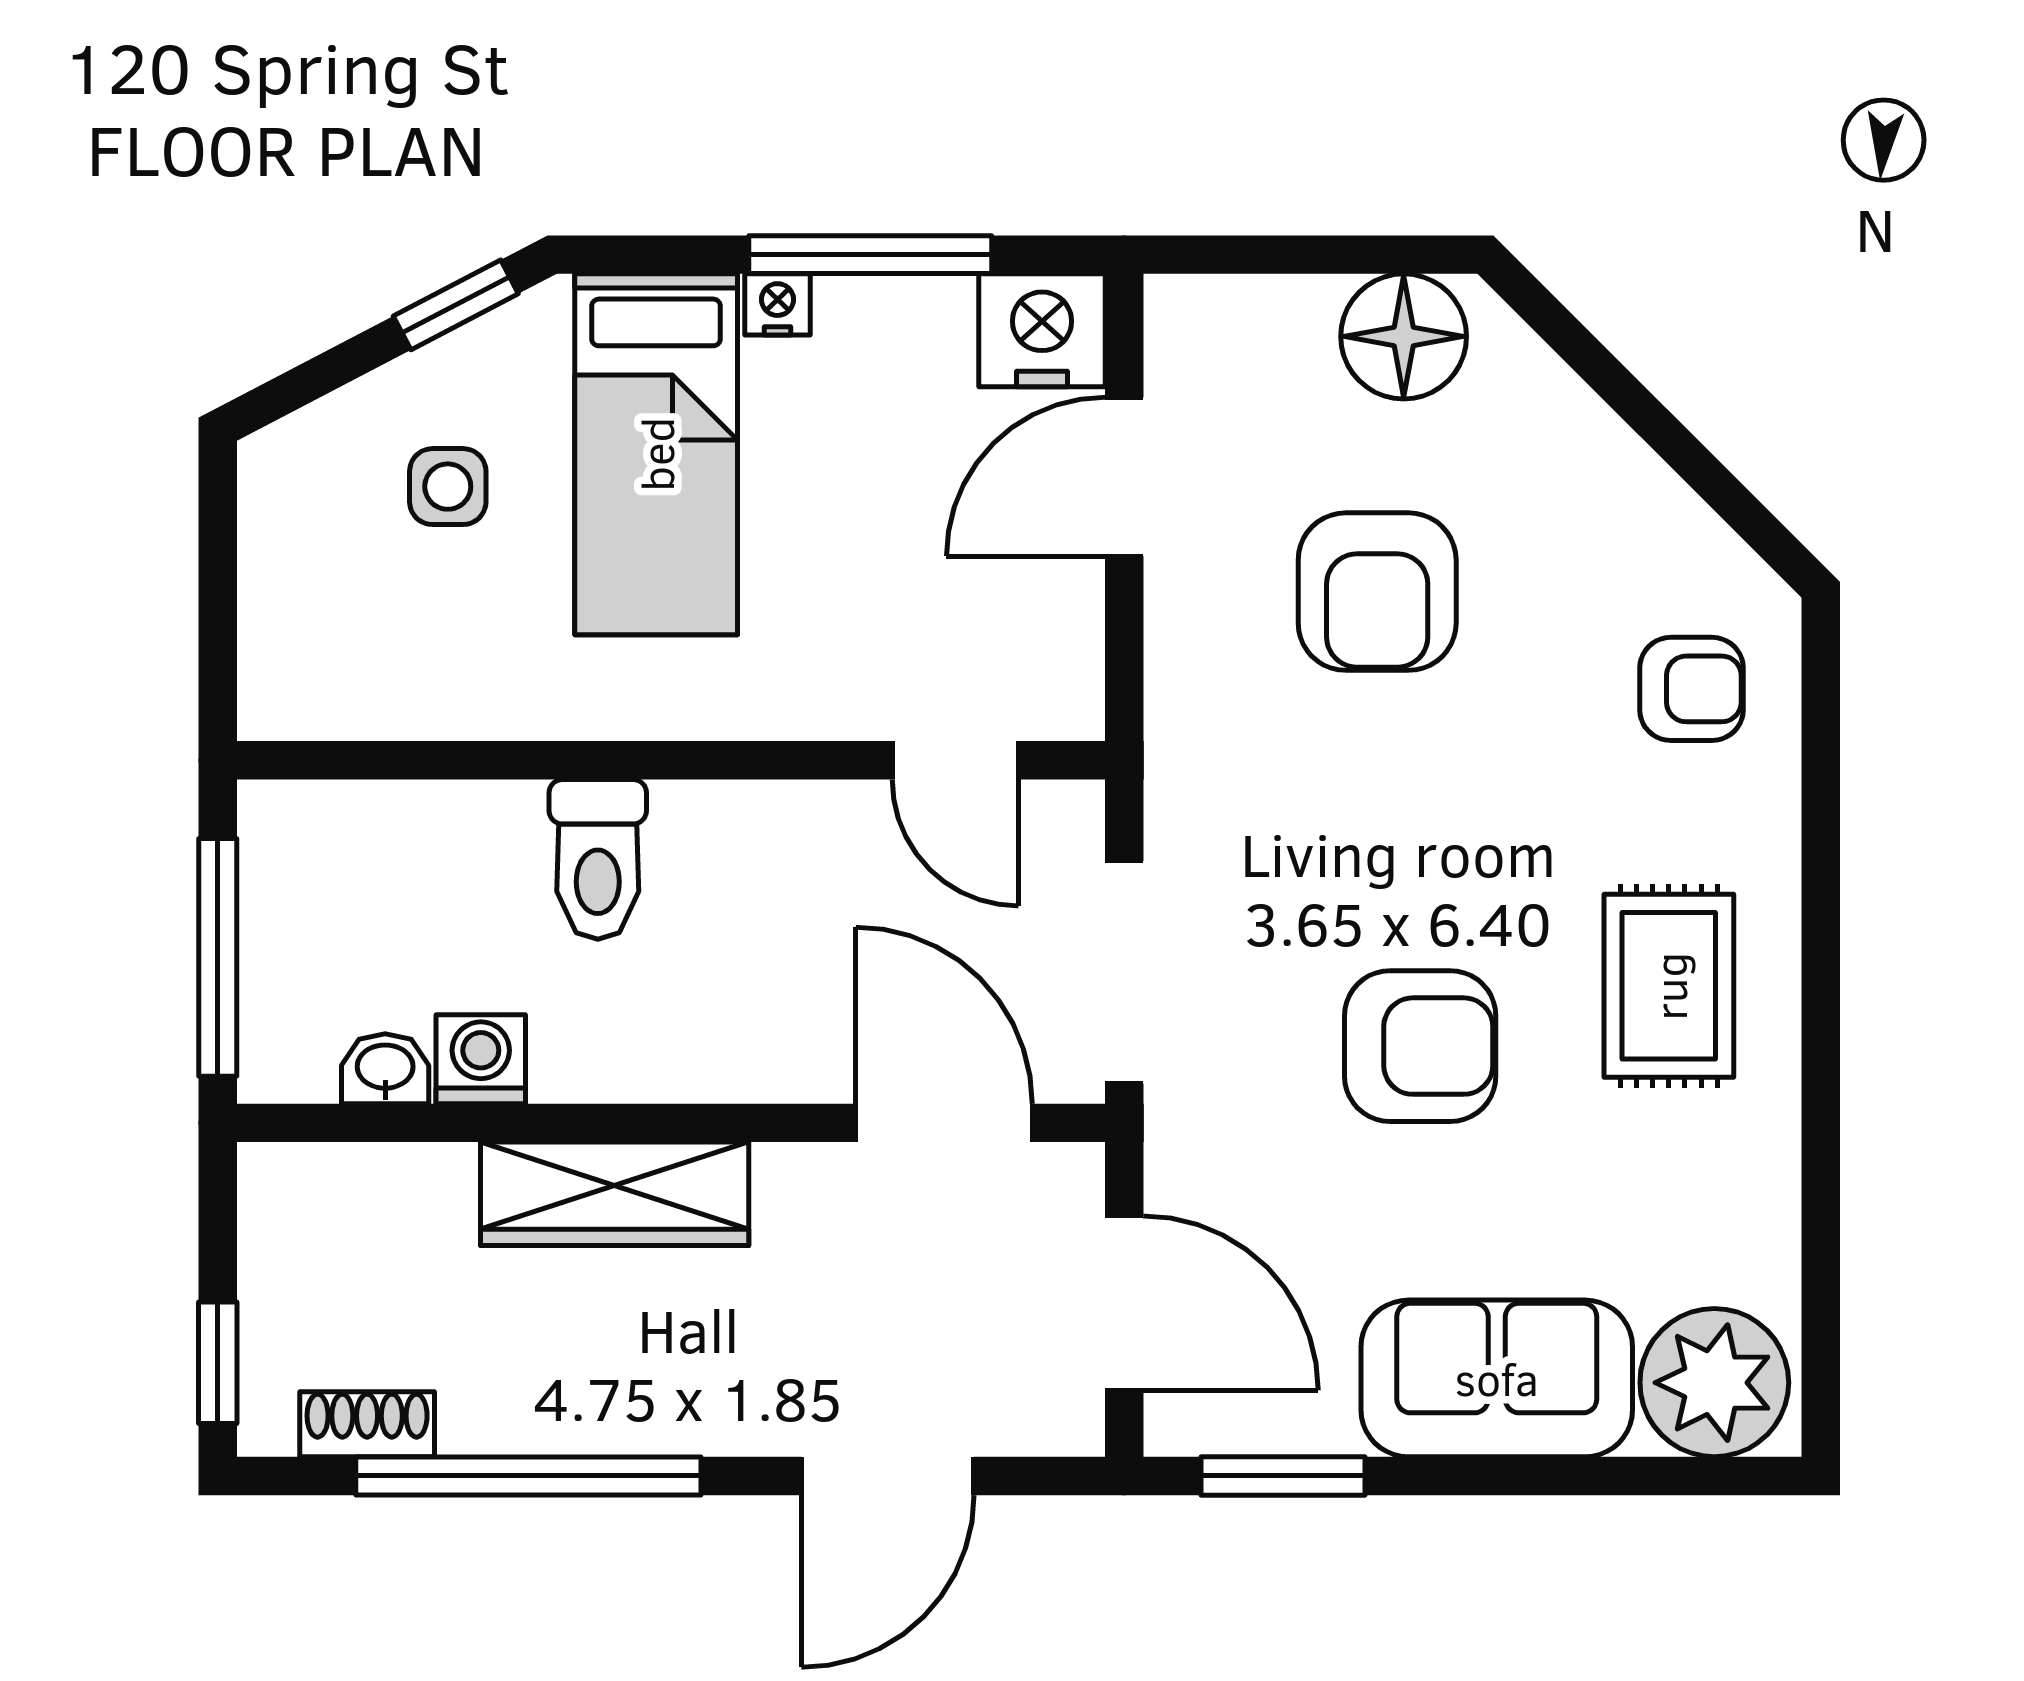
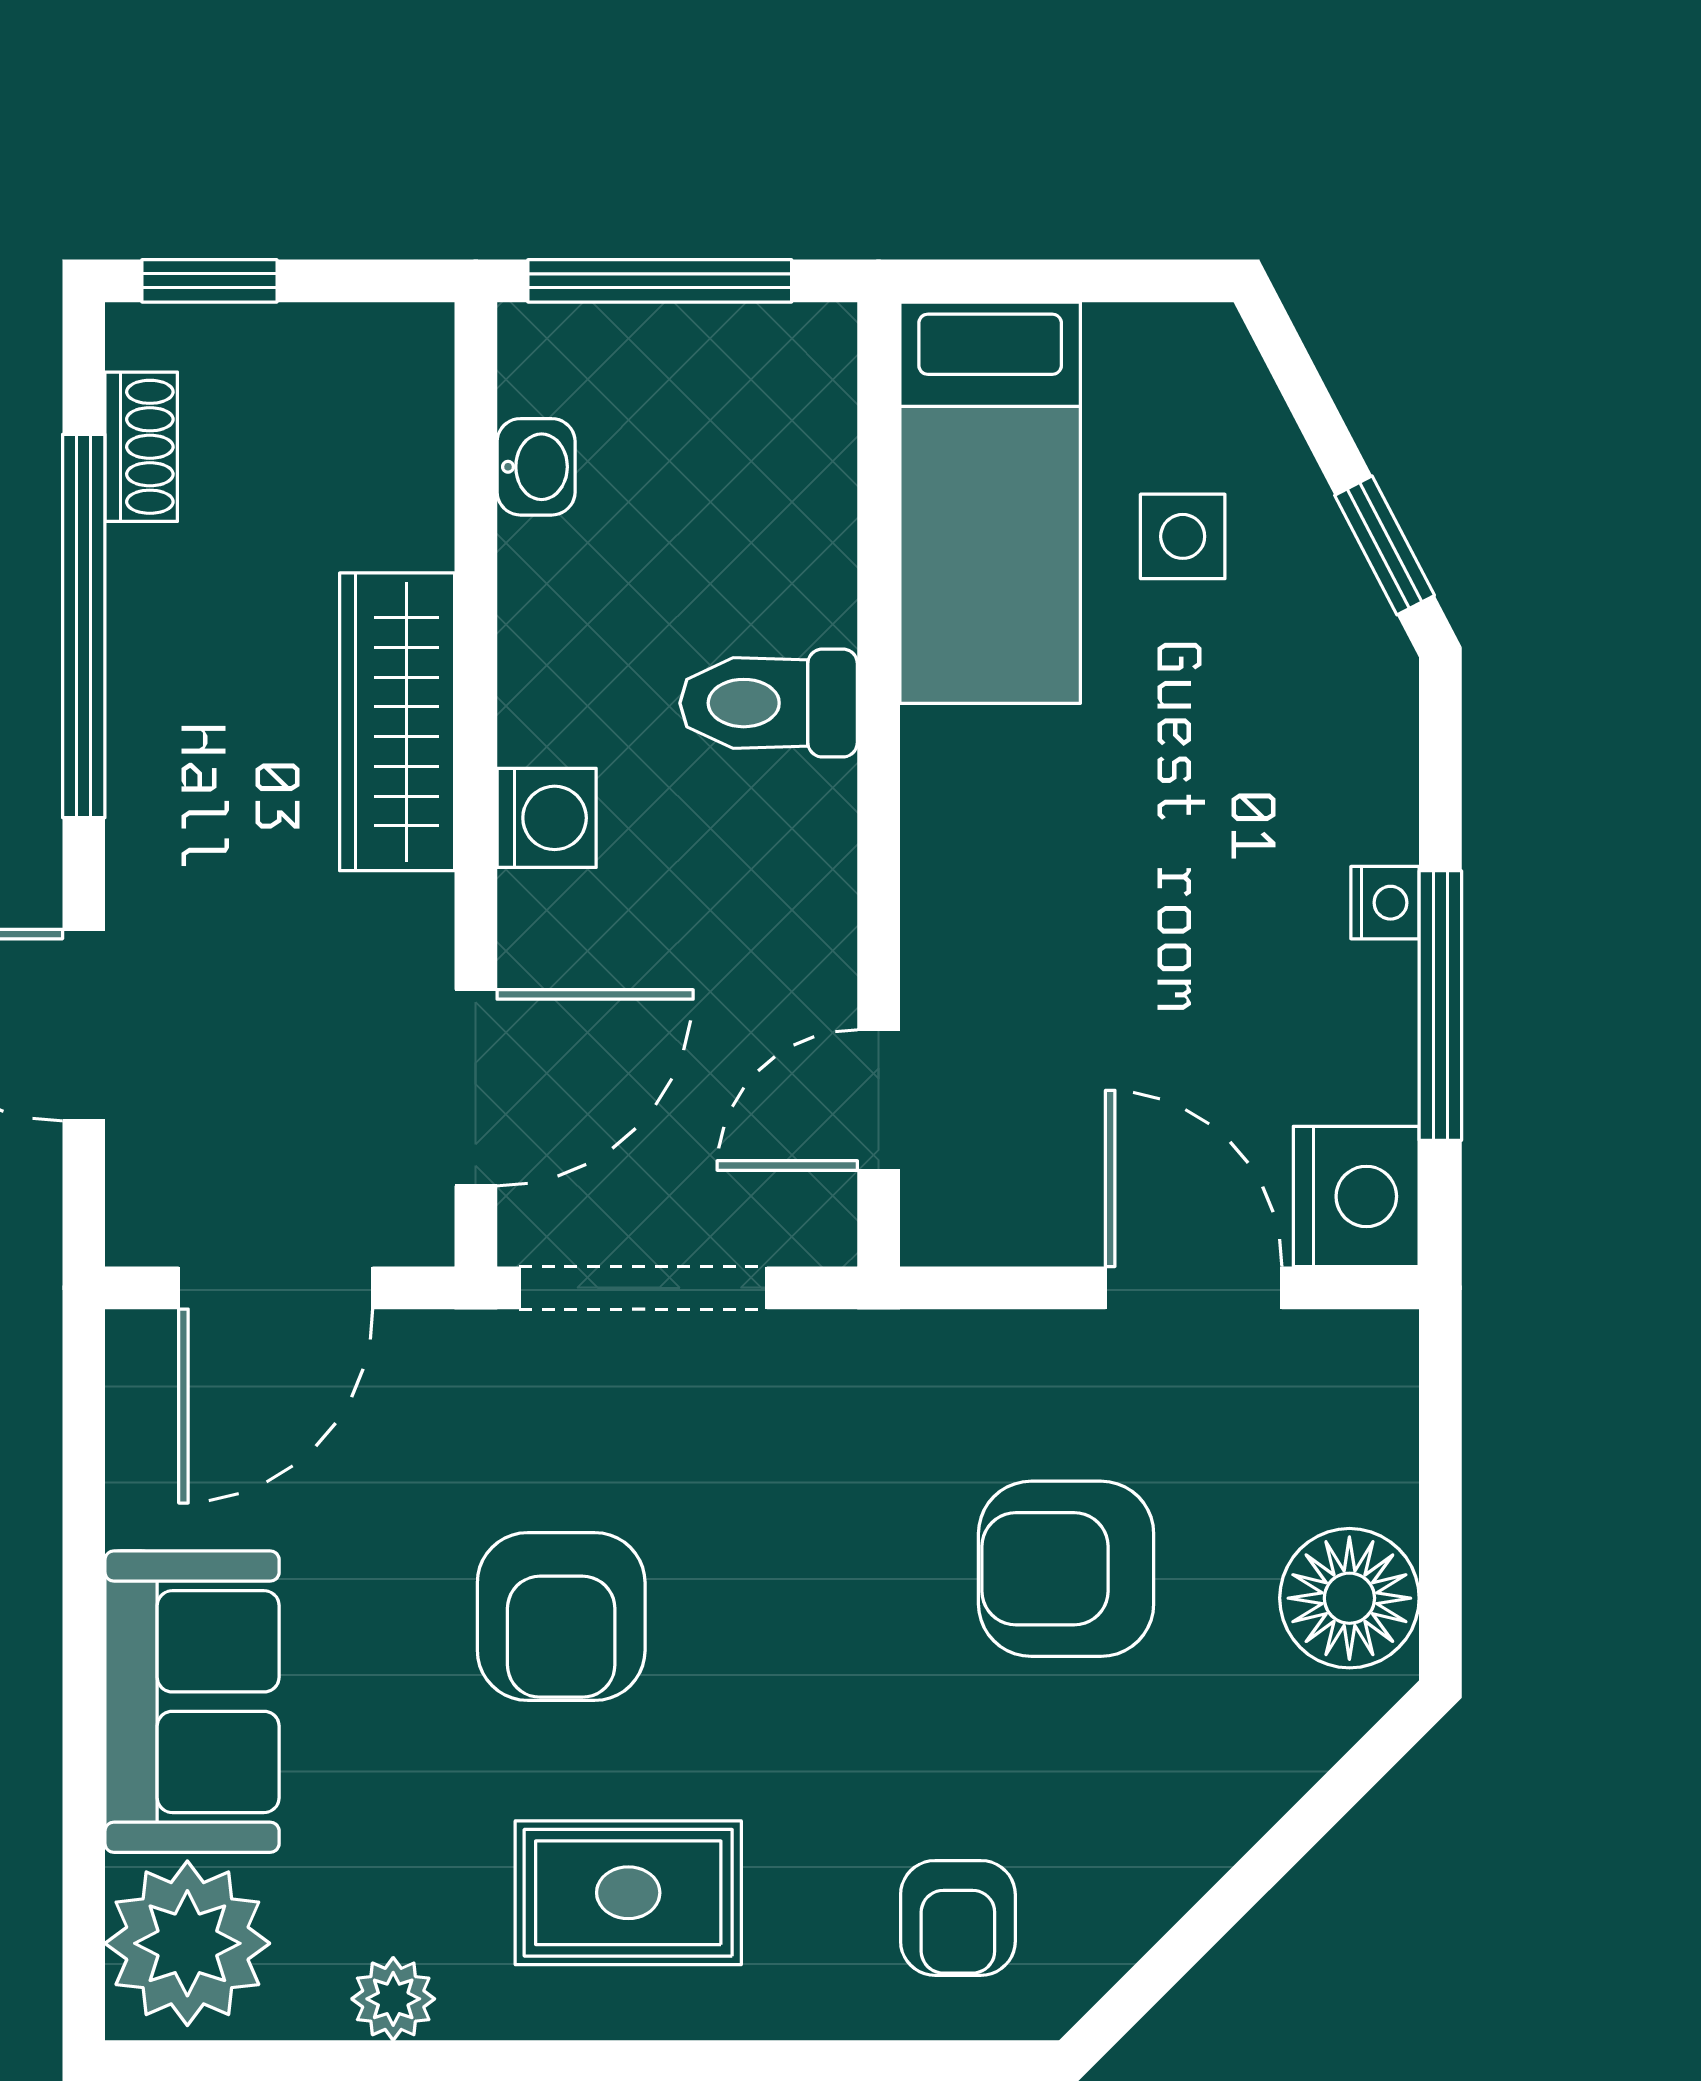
bed: (656, 454) -> (990, 503), moved, turned -90
washing machine: (481, 1059) -> (547, 818), moved
plant: (1764, 1197) -> (393, 1999), added
window: (1283, 1476) -> (84, 1464), removed

